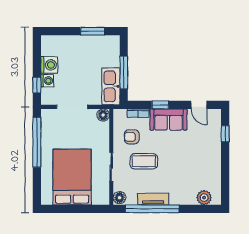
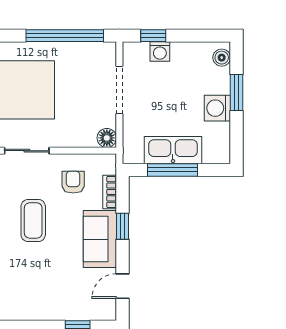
window: (92, 31) -> (236, 92), moved
boiler: (51, 41) -> (222, 58), added
washing machine: (49, 65) -> (217, 108), moved, turned 90
kitchen sink: (111, 86) -> (173, 150), moved
coffee table: (144, 161) -> (33, 220), moved

